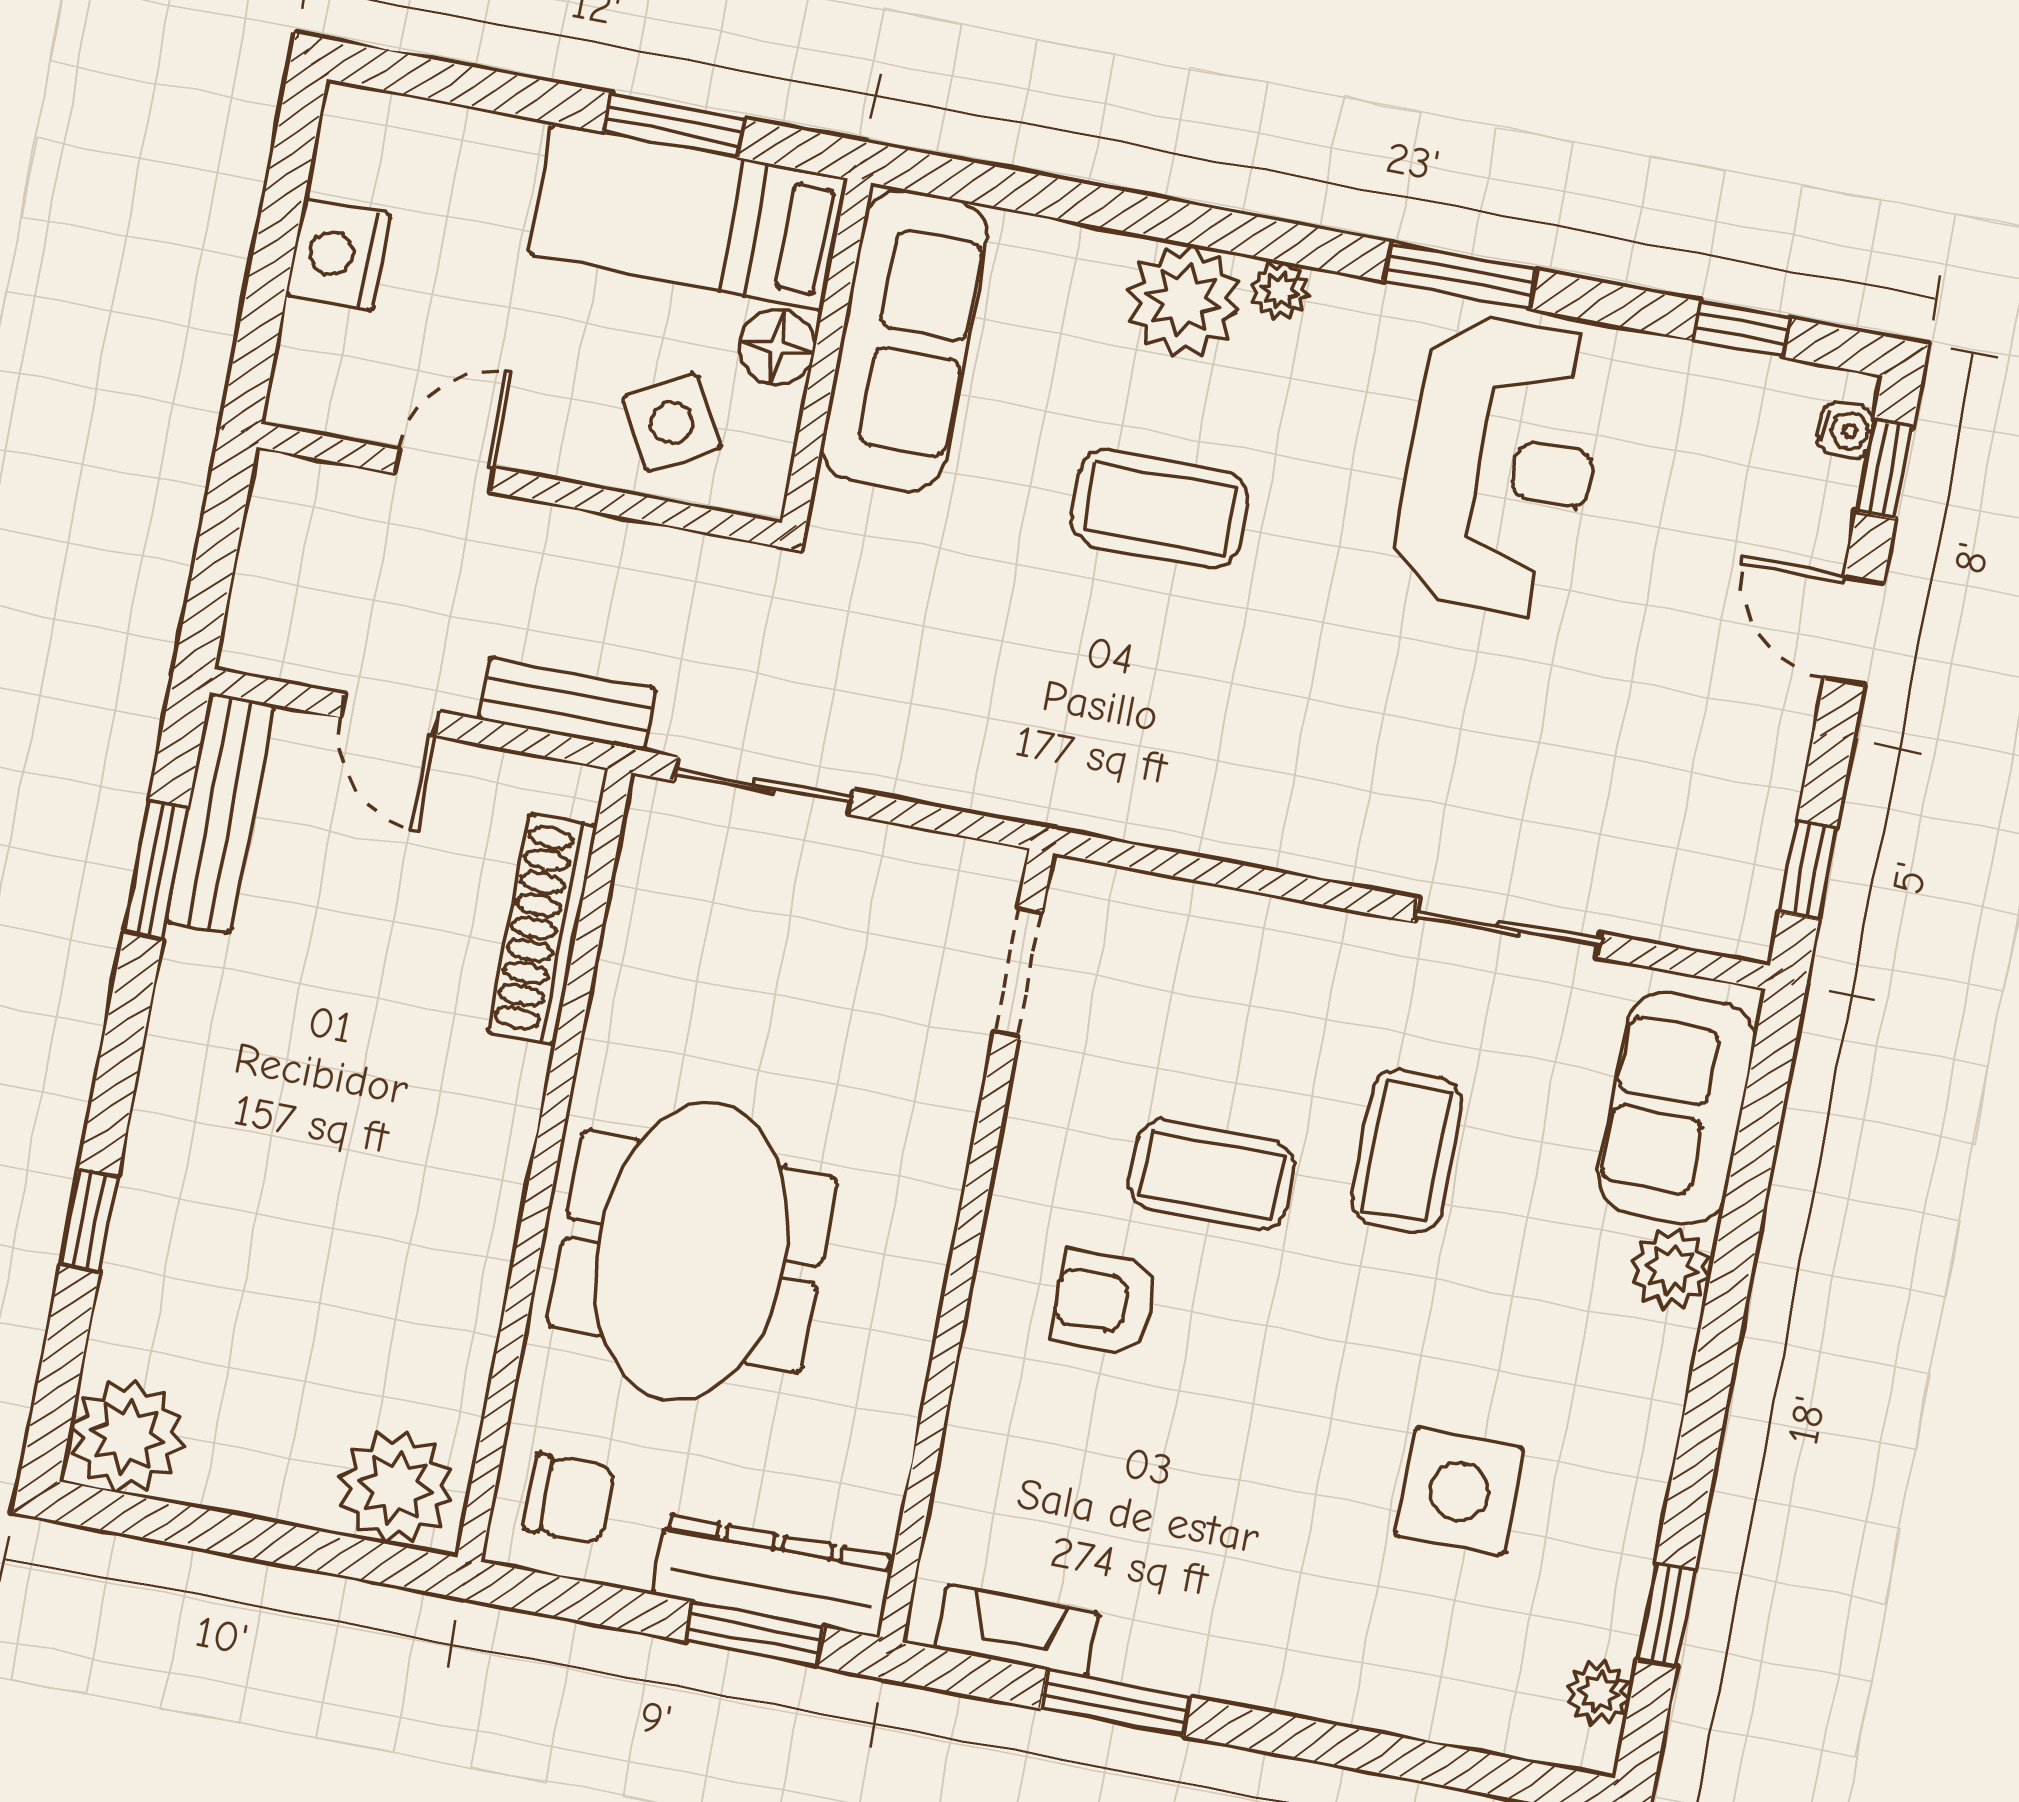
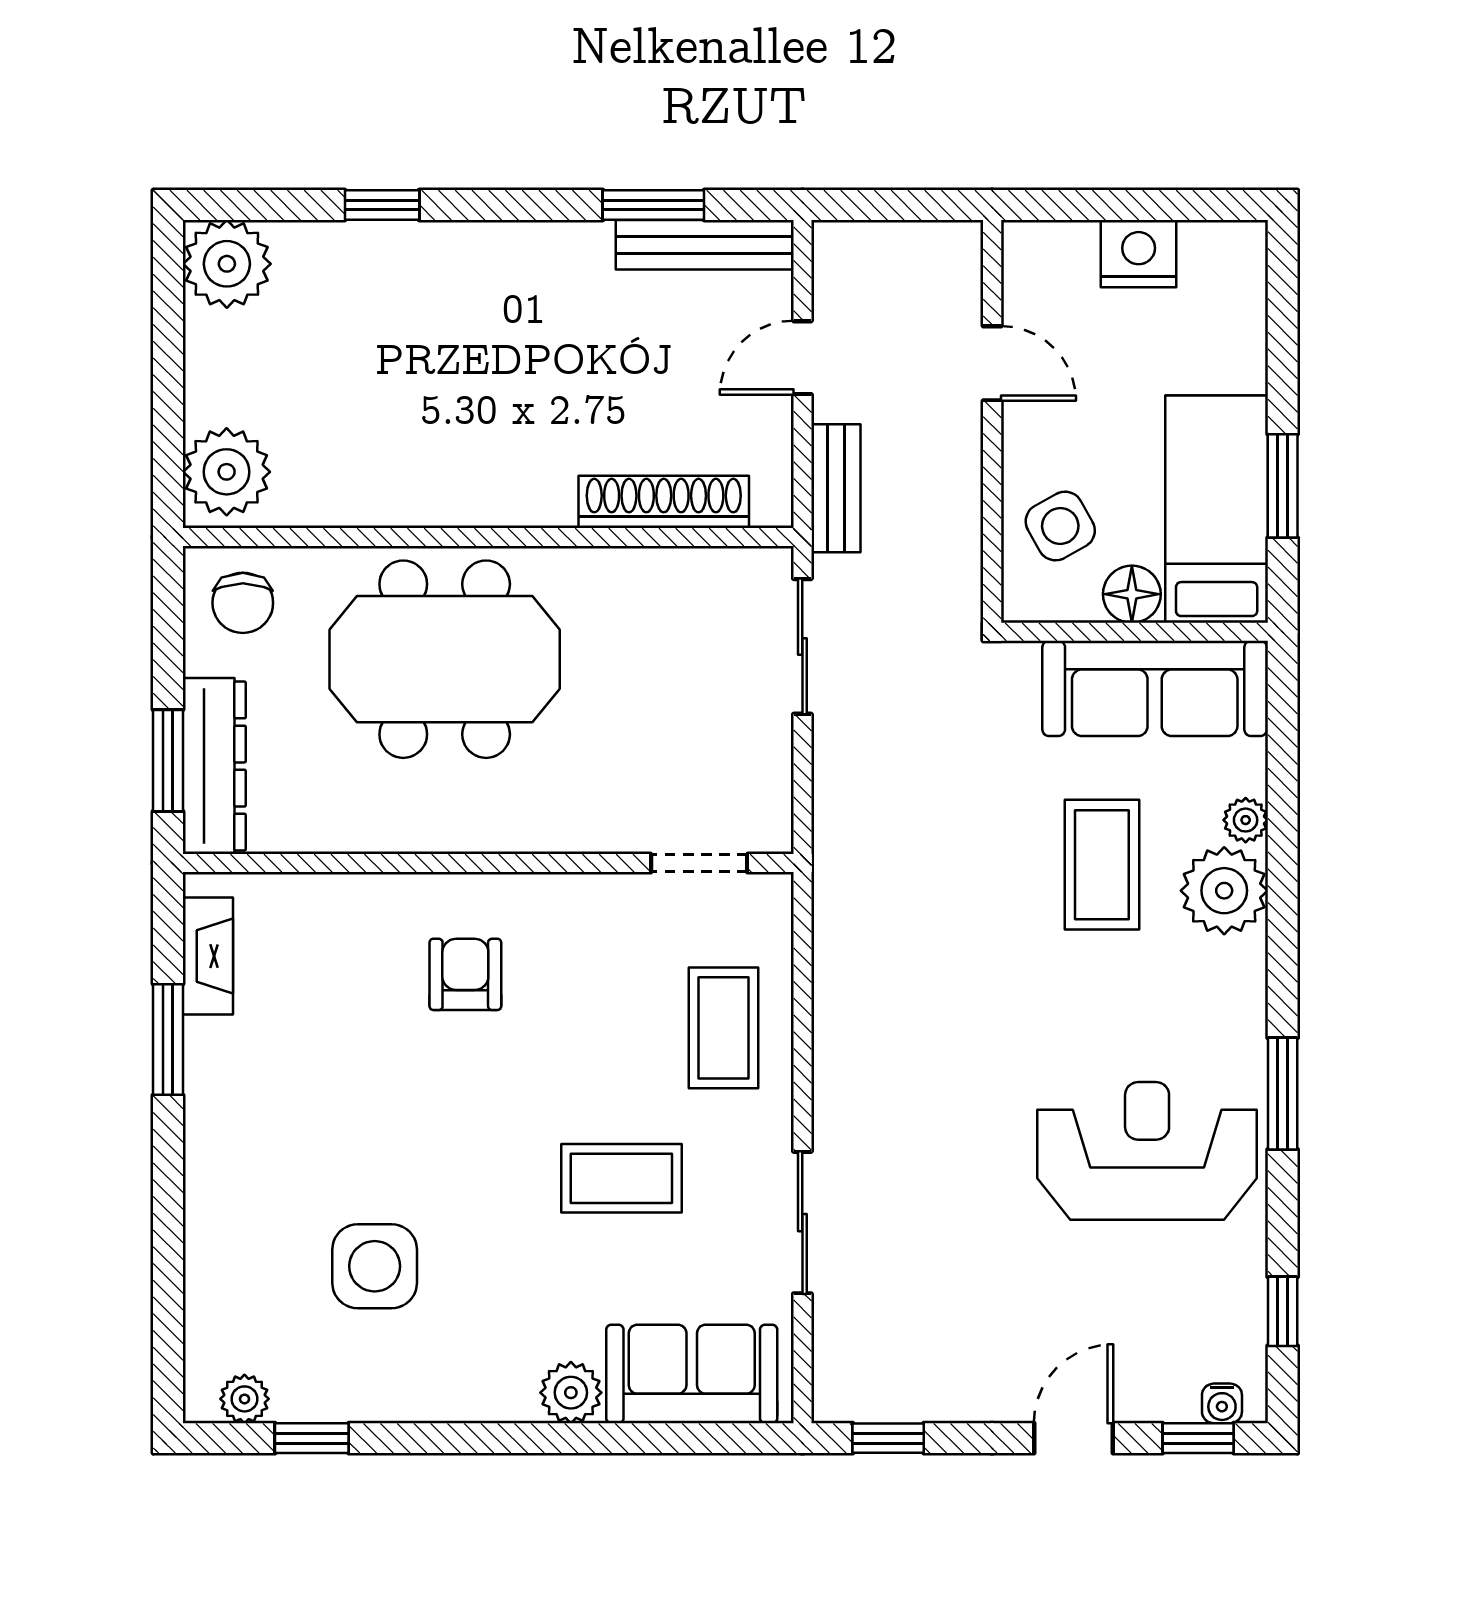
plant: (1280, 291) -> (1246, 820), moved
reception desk: (1501, 465) -> (1147, 1151), turned 180
coffee table: (1160, 508) -> (1102, 865), moved
coffee table: (1212, 1175) -> (723, 1028), moved

